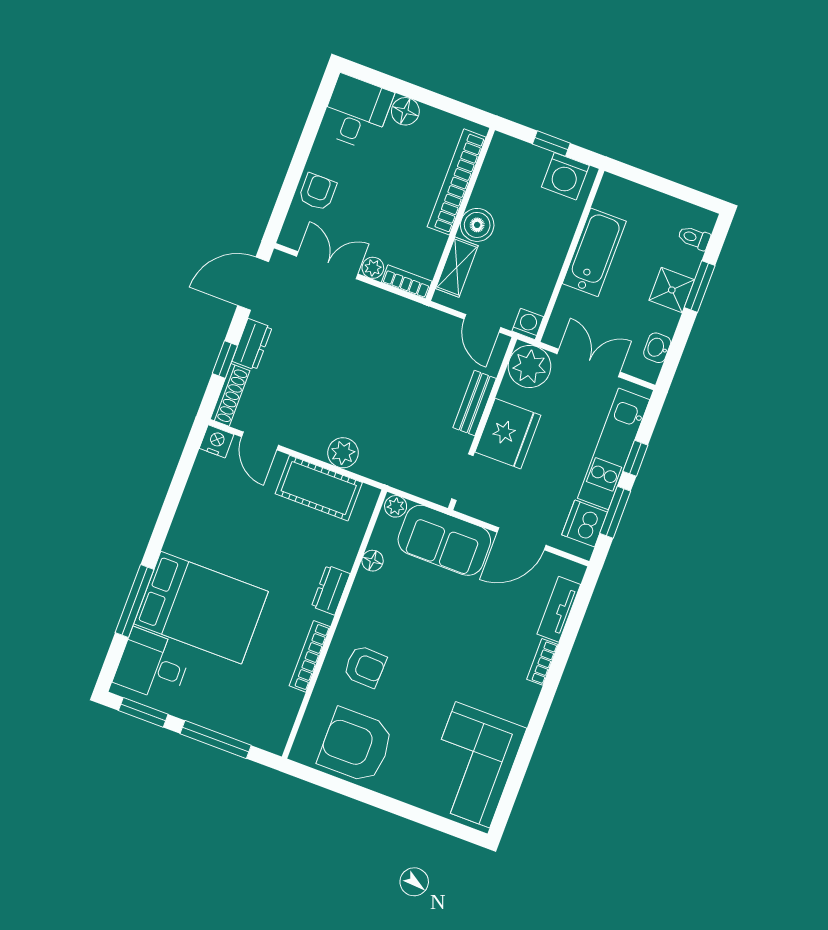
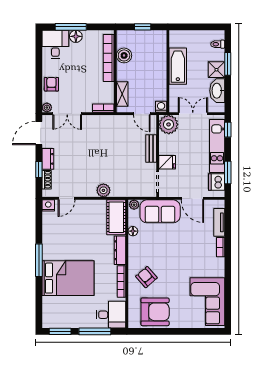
window: (402, 88) -> (71, 27), added
washing machine: (565, 176) -> (154, 39), removed
boiler: (477, 225) -> (124, 55), moved
double door: (327, 265) -> (67, 114), swing flipped
plant: (373, 268) -> (47, 108), moved
washbasin: (657, 348) -> (217, 91), width x1.91, depth x1.45
shoe rack: (230, 395) -> (47, 180), width x0.70
fridge: (508, 434) -> (167, 162), width x0.53, depth x0.75
door: (260, 441) -> (66, 198), hinge flipped
window: (635, 458) -> (228, 130), moved
cot: (319, 488) -> (116, 217), moved, turned 90
door: (522, 539) -> (192, 198), hinge flipped
dresser: (331, 590) -> (120, 250), width x1.44
window: (135, 601) -> (39, 260), moved
desk: (153, 665) -> (111, 315), moved, turned 180
armchair: (365, 666) -> (146, 277), turned -133
armchair: (356, 745) -> (155, 312), turned 180

